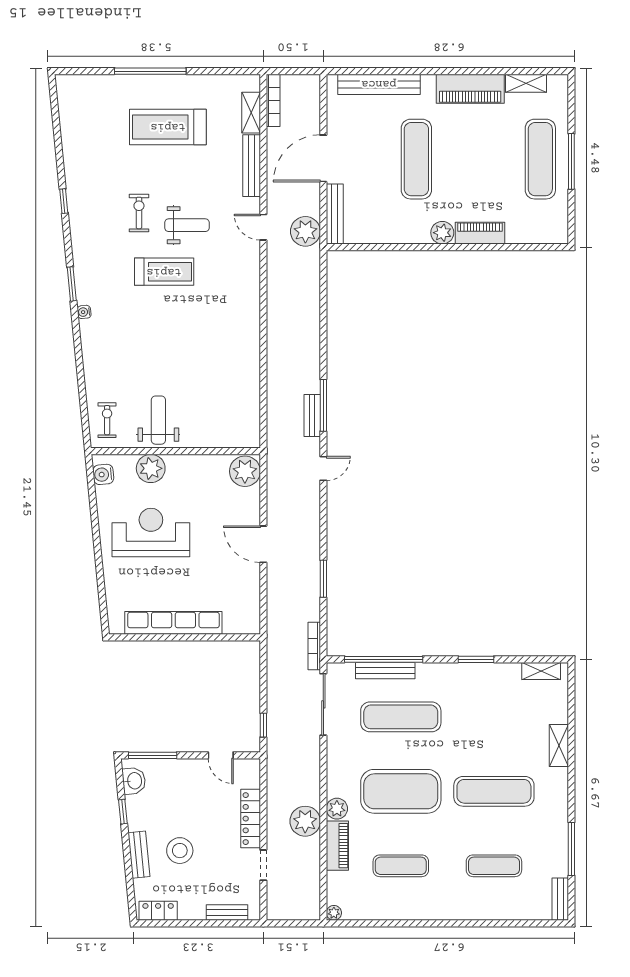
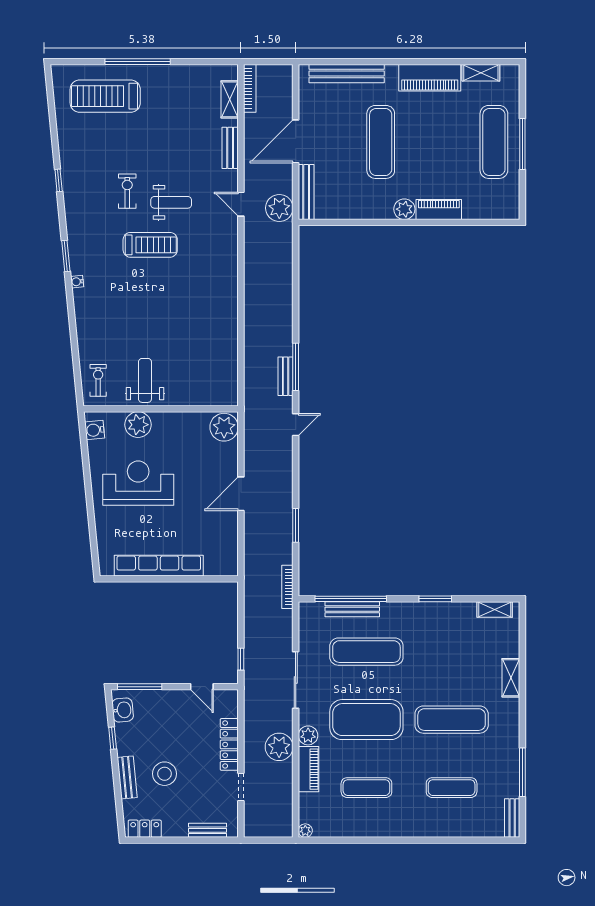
treadmill: (168, 127) -> (105, 96), moved
bench: (252, 166) -> (230, 148), width x0.73
door: (263, 544) -> (241, 494), hinge flipped
sliding door: (323, 704) -> (296, 680), moved

